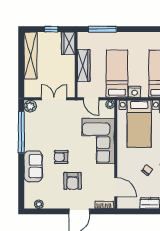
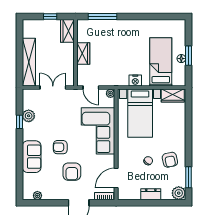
shelving: (31, 55) -> (29, 62), moved
wardrobe: (84, 65) -> (83, 54), width x0.67
bed: (117, 74) -> (117, 62), removed
plant: (30, 106) -> (29, 116), moved
window: (21, 132) -> (19, 122), width x0.32
door: (116, 187) -> (116, 178), swing flipped

